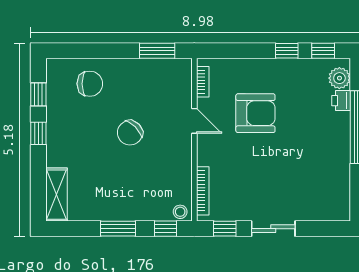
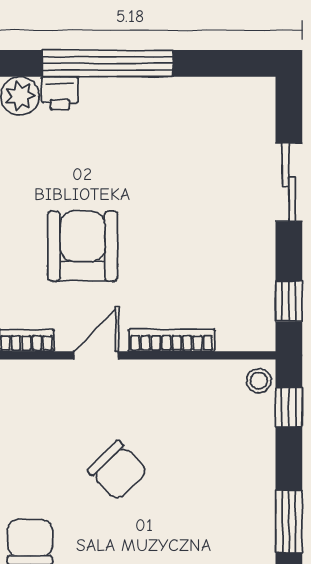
bookcase: (203, 191) -> (172, 340), moved
window: (118, 229) -> (289, 522), moved
sliding door: (273, 229) -> (289, 182), moved

